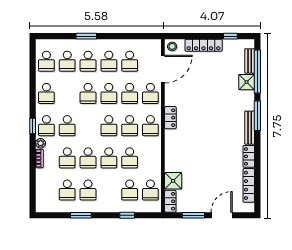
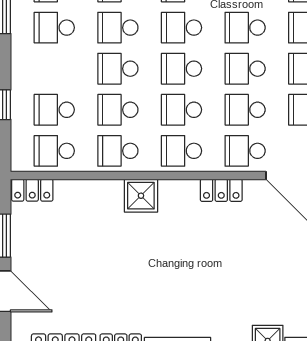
locker: (170, 118) -> (221, 190), moved
school desk: (88, 126) -> (181, 28), added
school desk: (150, 158) -> (118, 151), added
shower: (173, 181) -> (141, 196), moved

